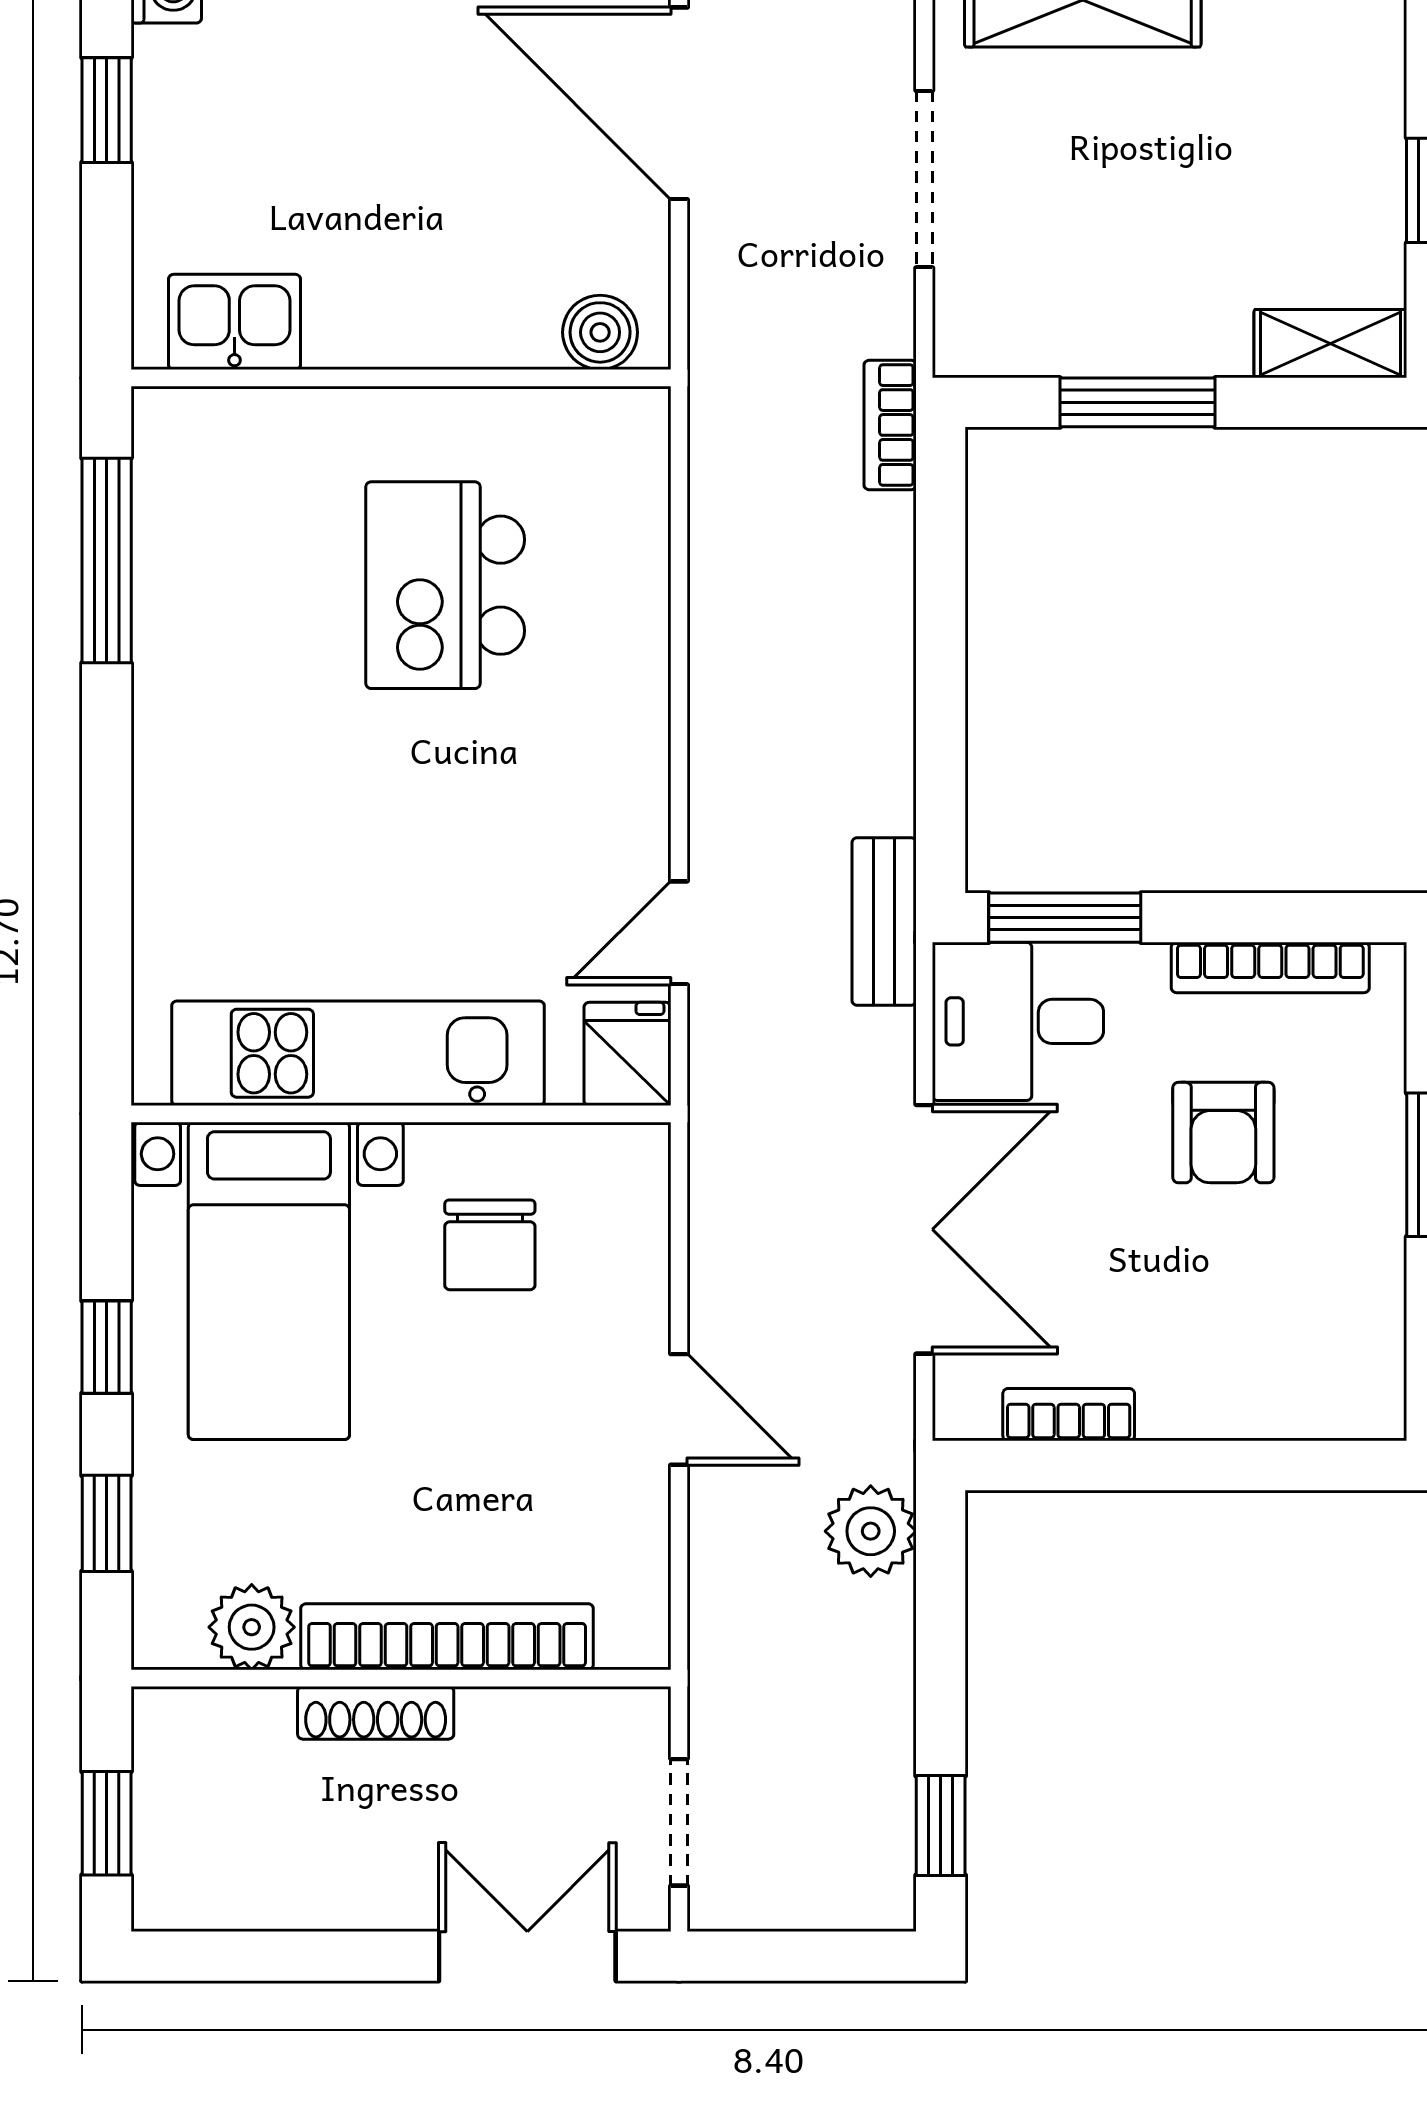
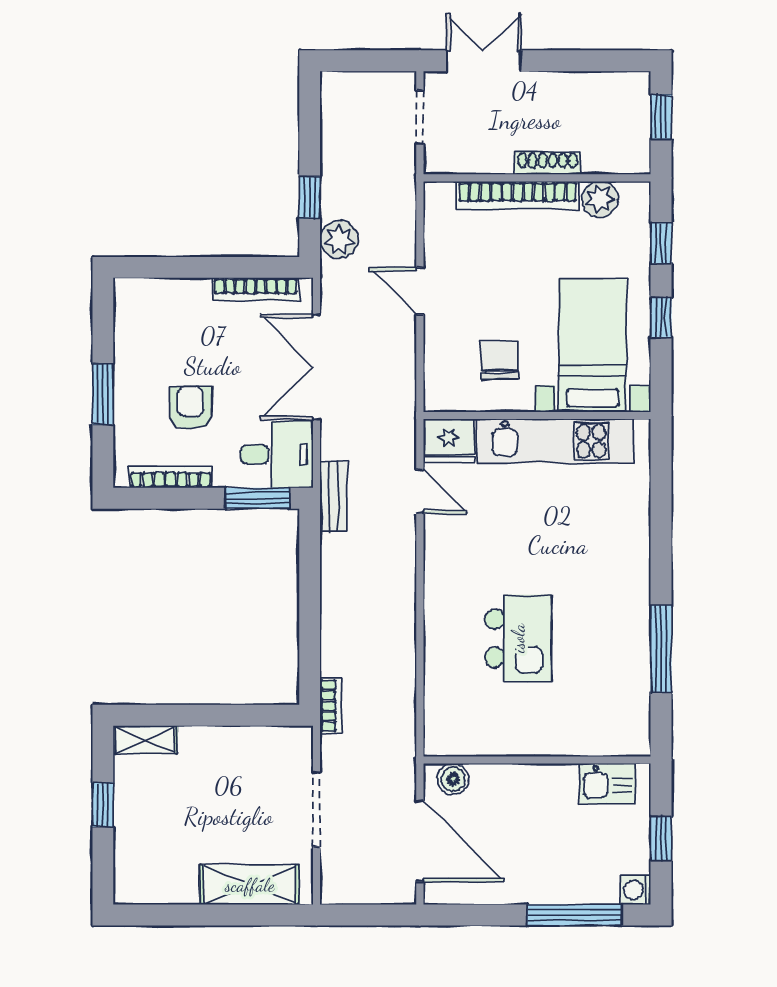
kitchen sink: (234, 322) -> (607, 784), moved
boiler: (600, 332) -> (453, 779), moved
wall: (401, 378) -> (537, 760), moved
window: (1137, 402) -> (227, 715), removed
door: (679, 933) -> (420, 492), hinge flipped
fridge: (627, 1054) -> (449, 441), width x1.38
bookcase: (1069, 1415) -> (256, 289), width x1.56
window: (941, 1826) -> (310, 198), moved
double door: (527, 1956) -> (484, 61), swing flipped

